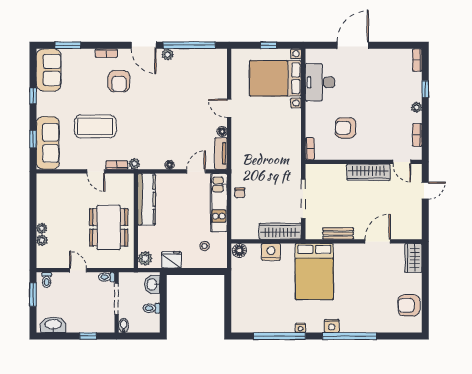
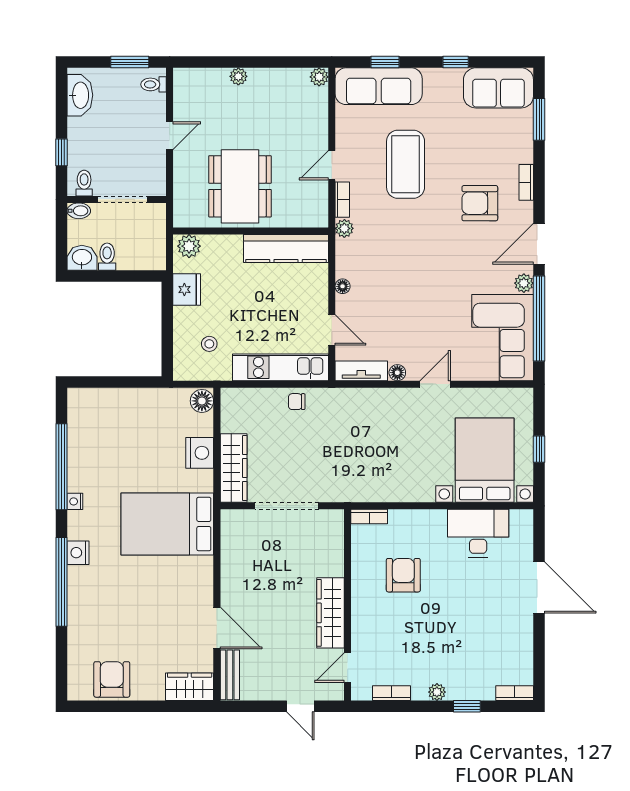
corner sofa: (201, 67) -> (503, 338), added
dining table: (109, 227) -> (240, 186), turned 90
bench: (338, 233) -> (230, 675), moved
plant: (42, 240) -> (319, 77), moved
toilet: (107, 277) -> (84, 183), moved
washbasin: (152, 284) -> (82, 258), moved

